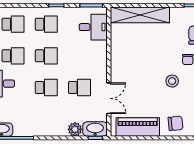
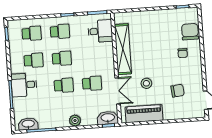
shelving: (140, 15) -> (123, 49), moved, turned 90
stool: (172, 81) -> (146, 83), moved
chair: (176, 123) -> (177, 91), moved
plant: (75, 129) -> (75, 121), moved

